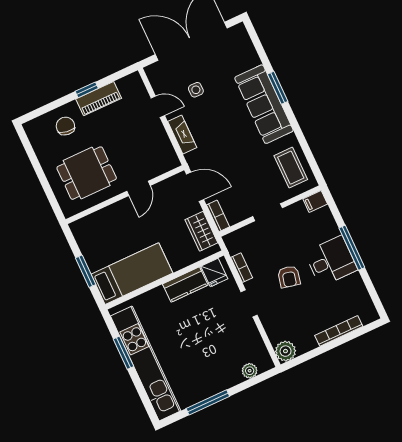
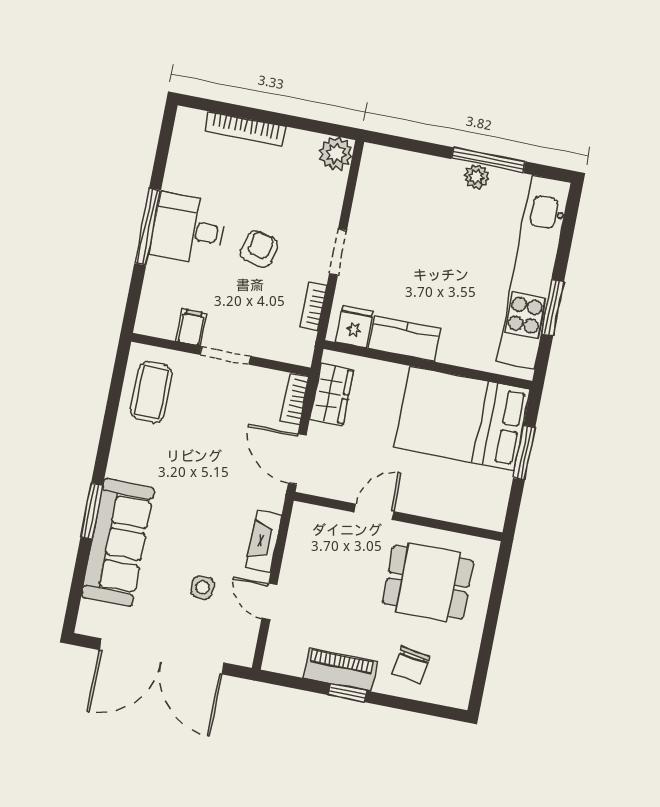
sofa: (264, 104) -> (118, 542), moved
filing cabinet: (315, 201) -> (191, 327), moved, turned -90
bed: (132, 274) -> (462, 418), width x1.50
plant: (250, 371) -> (476, 177), moved

